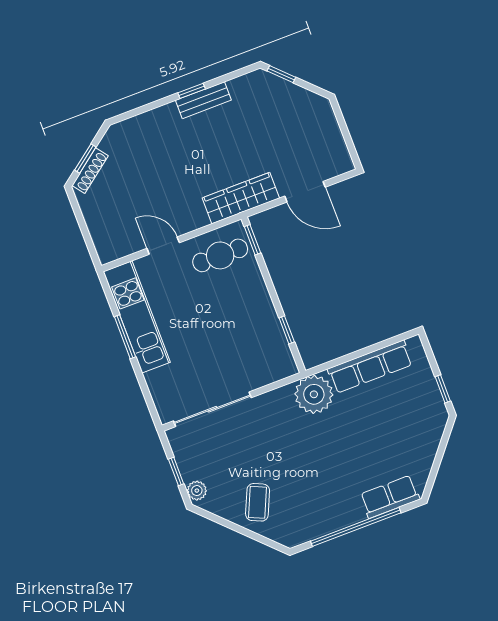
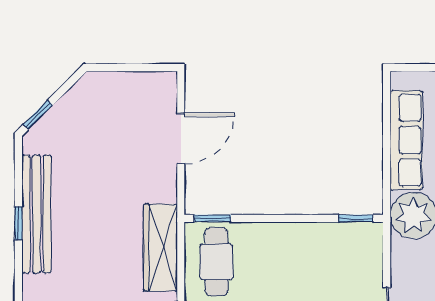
bench: (203, 100) -> (36, 214), width x1.86, depth x1.21
wardrobe: (241, 198) -> (160, 248), moved
window: (287, 330) -> (356, 218), moved

